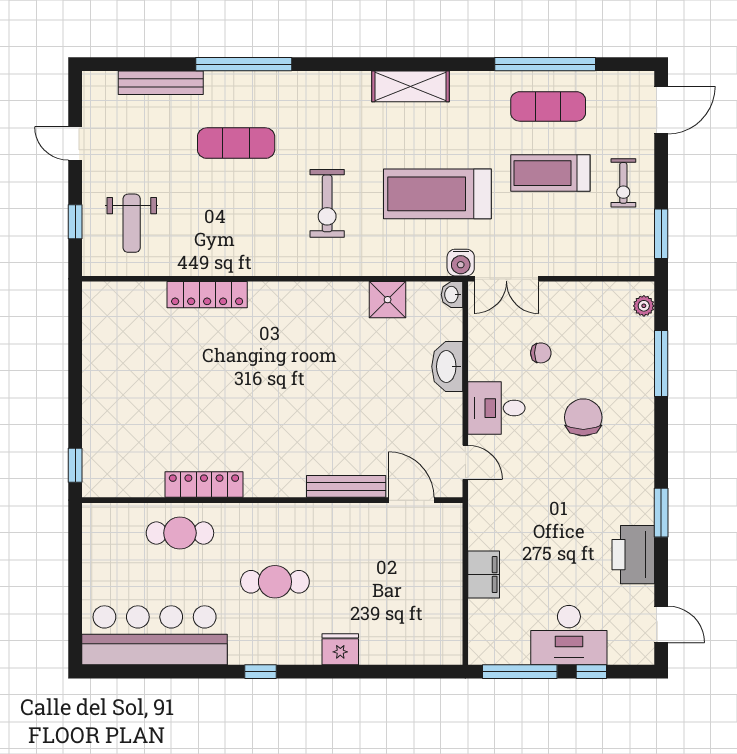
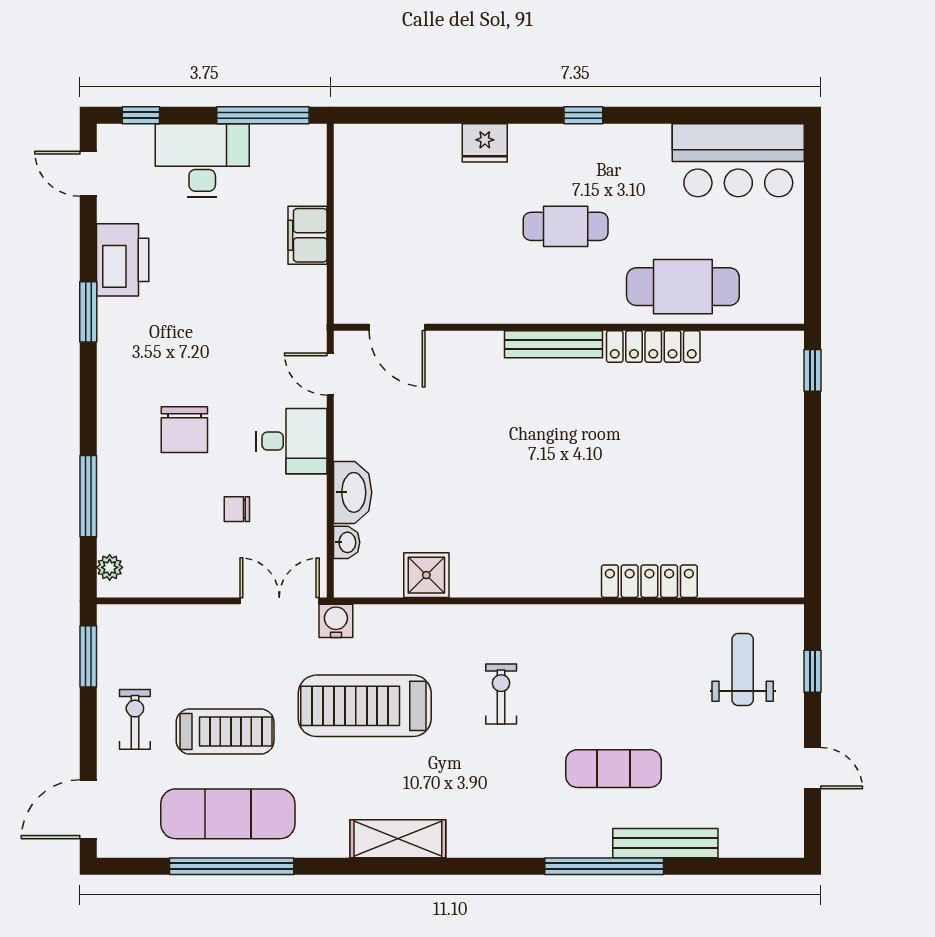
bench: (161, 83) -> (665, 843), moved
exercise mat: (548, 106) -> (228, 814), width x1.36, depth x1.45
treadmill: (437, 194) -> (365, 706), turned 180
exercise bike: (327, 203) -> (501, 694), width x0.73, depth x0.72
washbasin: (452, 295) -> (347, 542), moved
bench: (346, 486) -> (554, 344), moved
cafe table: (180, 533) -> (683, 287), width x1.37, depth x1.35
bar counter: (155, 635) -> (738, 160), width x0.73
window: (591, 672) -> (141, 115), moved

